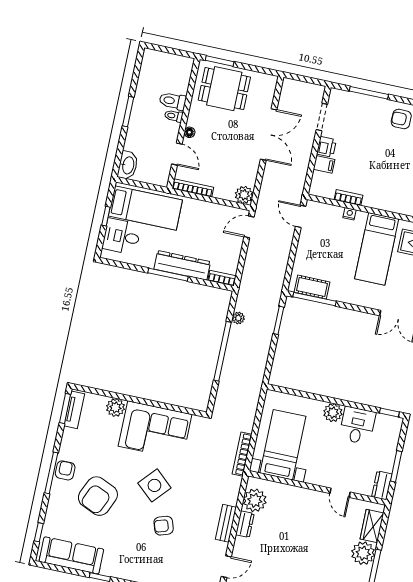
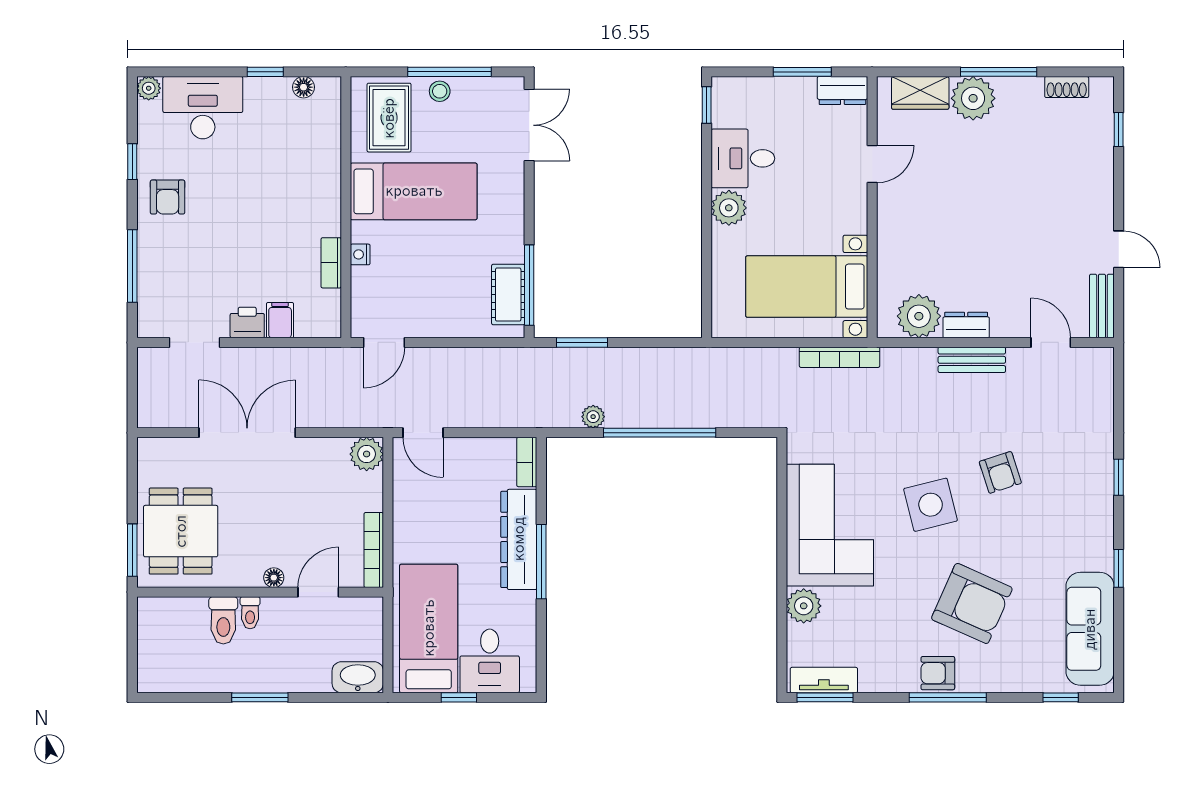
side table: (154, 485) -> (931, 505), turned 34

